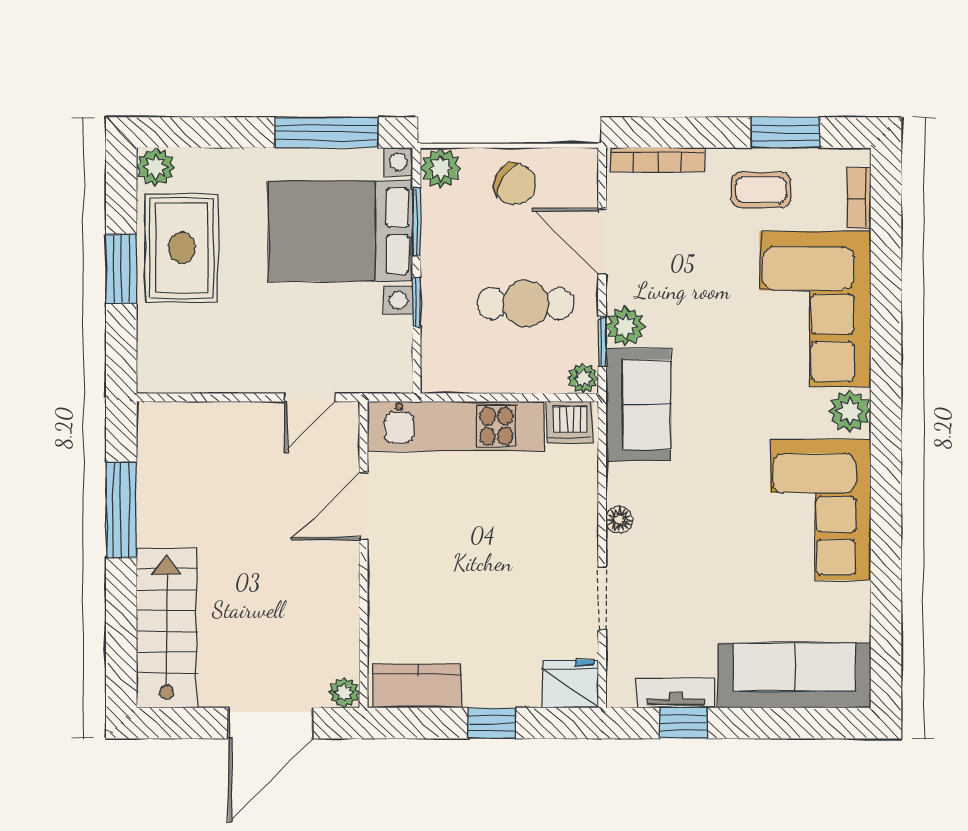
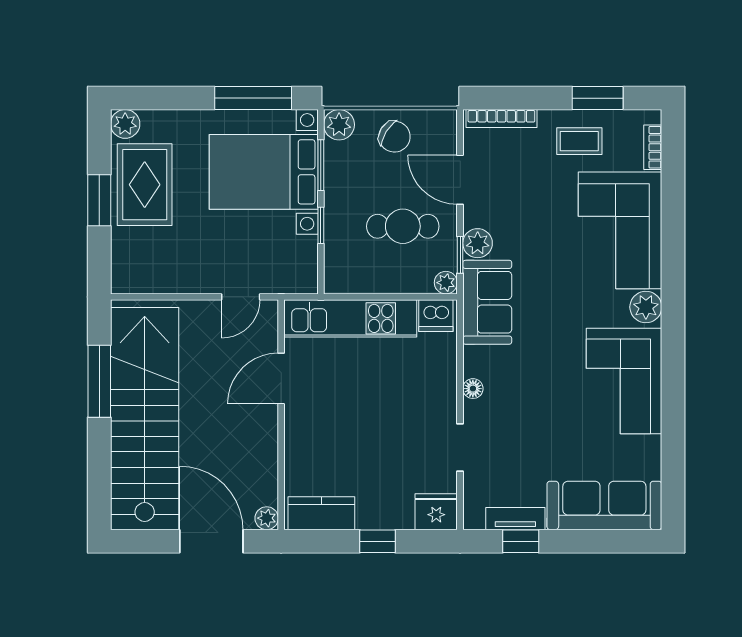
stairs: (166, 628) -> (145, 419), width x1.86, depth x1.51
door: (271, 723) -> (211, 541), swing flipped

